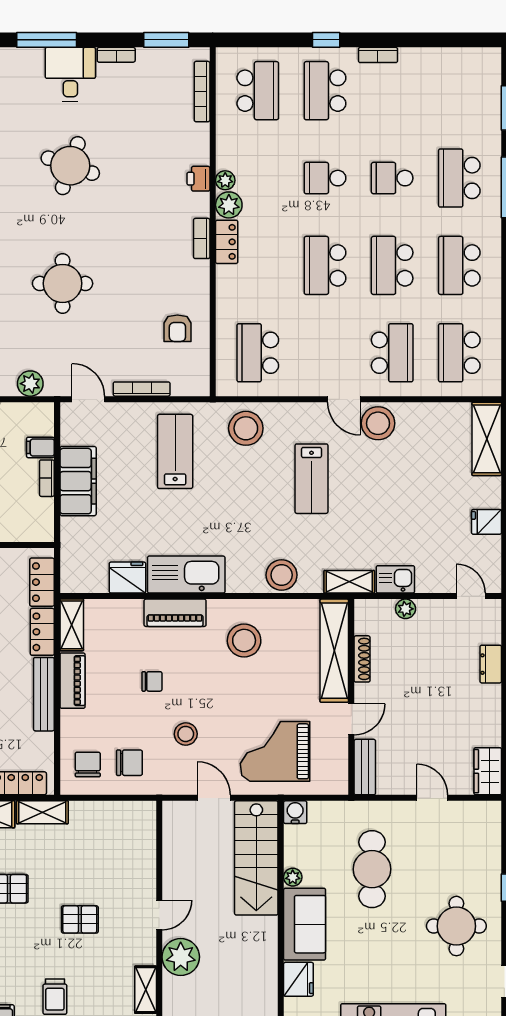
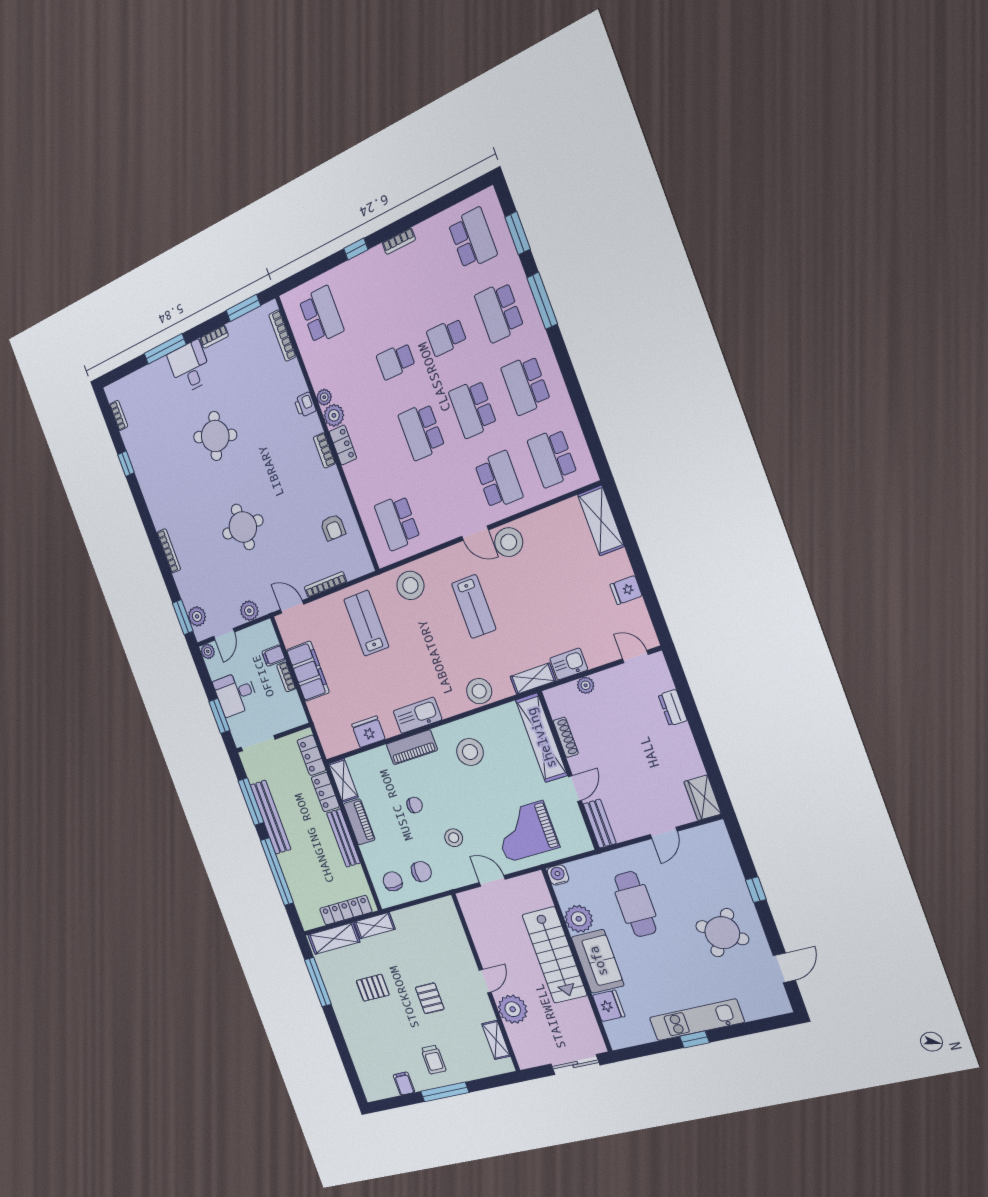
school desk: (325, 91) -> (473, 239), moved, turned 180
kitchen sink: (186, 575) -> (417, 715), width x0.73, depth x0.81
door: (432, 798) -> (664, 833), swing flipped
stairs: (256, 858) -> (555, 955), moved
plant: (293, 877) -> (579, 919), width x1.88, depth x1.88
pallet: (80, 919) -> (430, 998), turned 90
round table: (456, 926) -> (722, 933), turned 33

